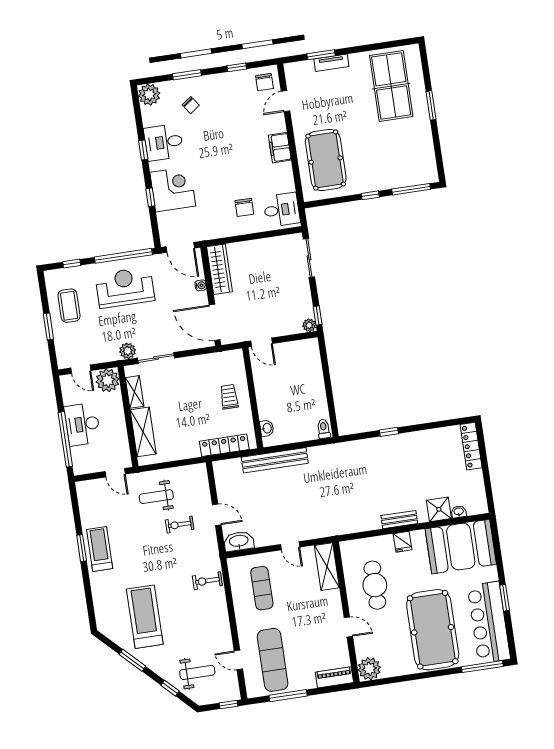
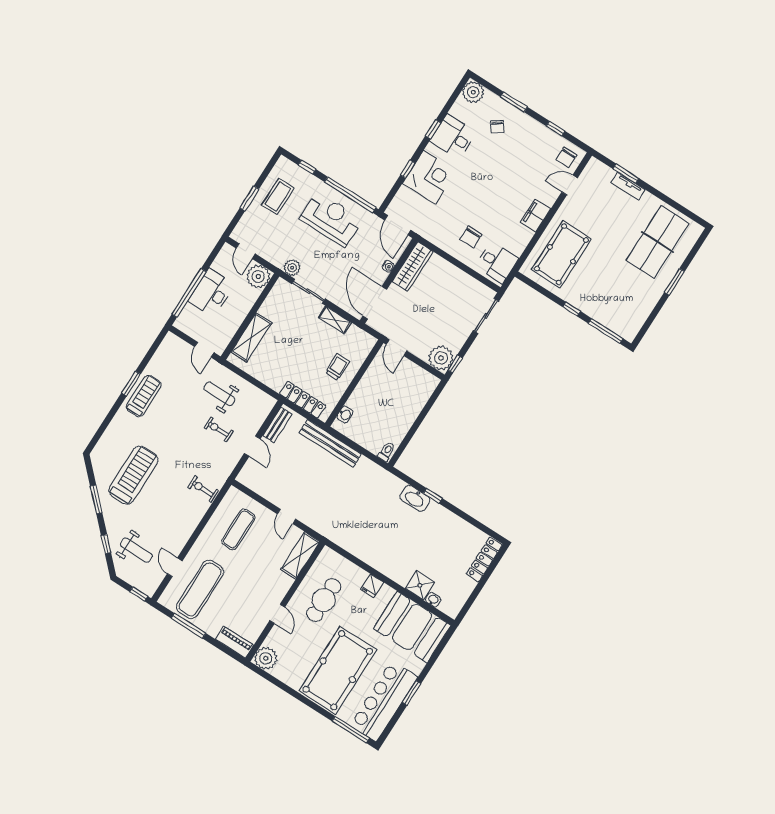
plant: (309, 325) -> (441, 358), width x1.88, depth x1.88
shelving: (135, 392) -> (335, 320), moved, turned 90
bench: (399, 520) -> (277, 425), moved, turned 90
washbasin: (239, 541) -> (415, 498), moved, turned 180

